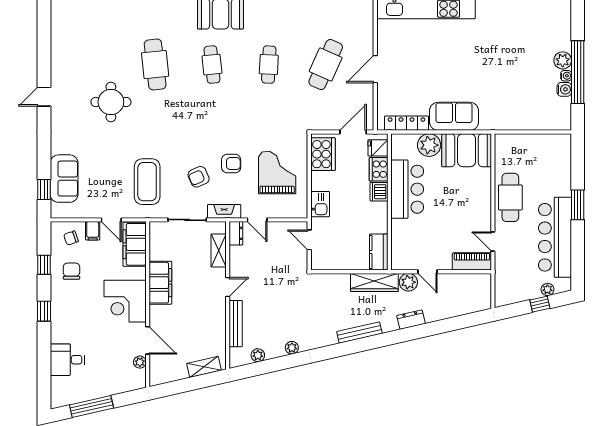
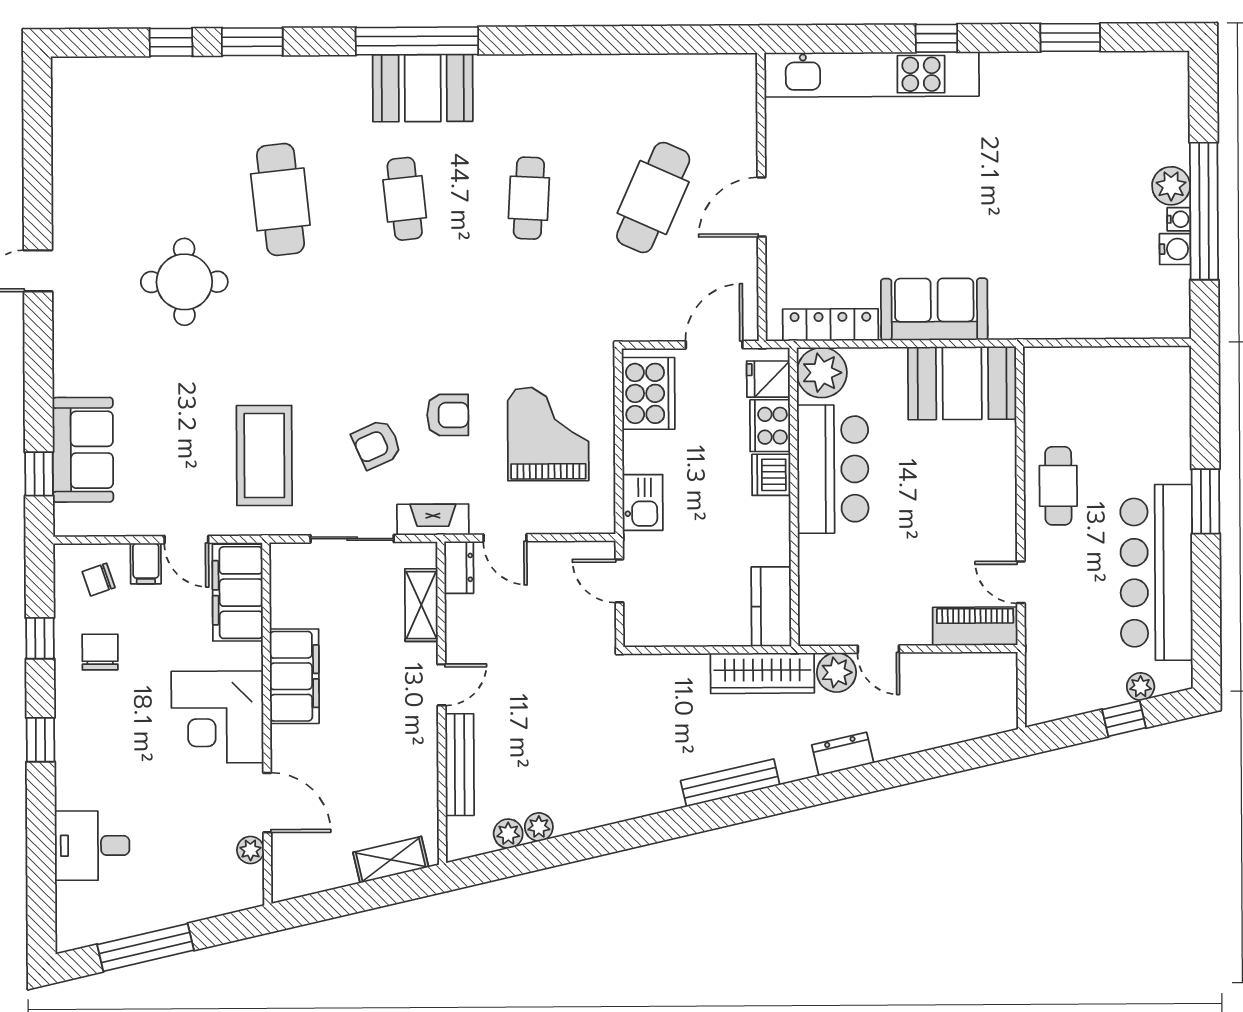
plant: (429, 145) -> (822, 373), moved
cafe table: (510, 197) -> (1058, 486), width x0.73, depth x0.74
plant: (292, 348) -> (539, 827), moved

